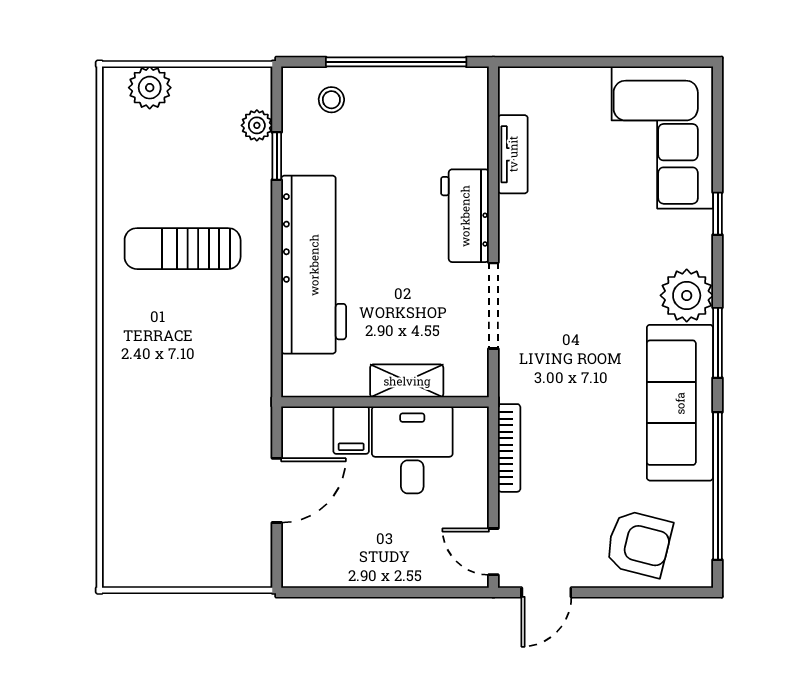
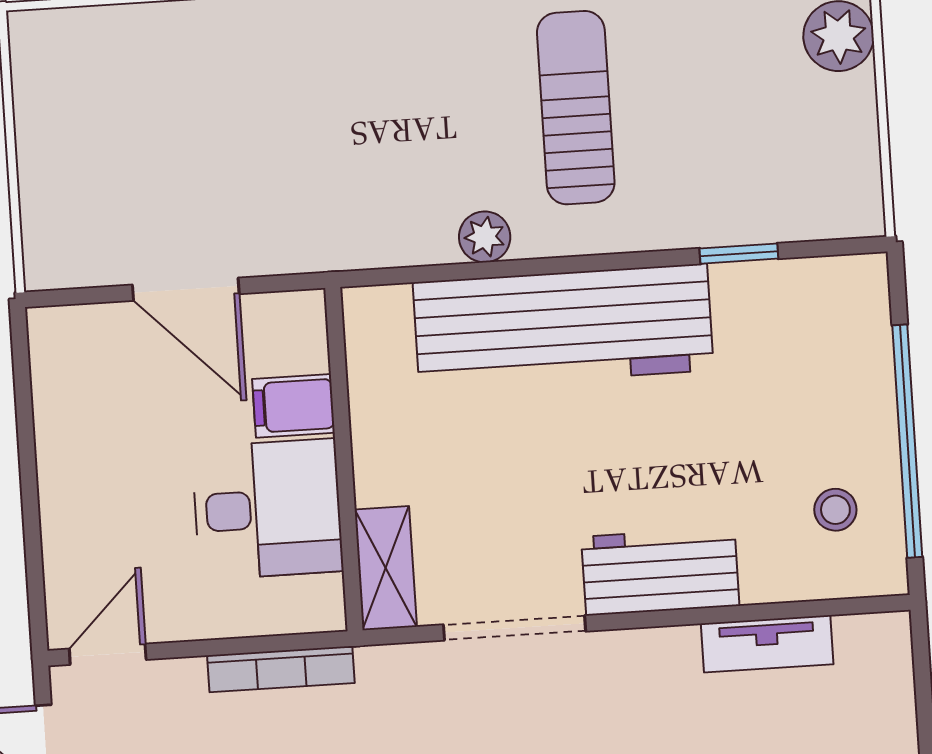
stool: (331, 100) -> (835, 510), moved
plant: (257, 125) -> (485, 237), moved
shelving: (407, 381) -> (386, 568), moved

